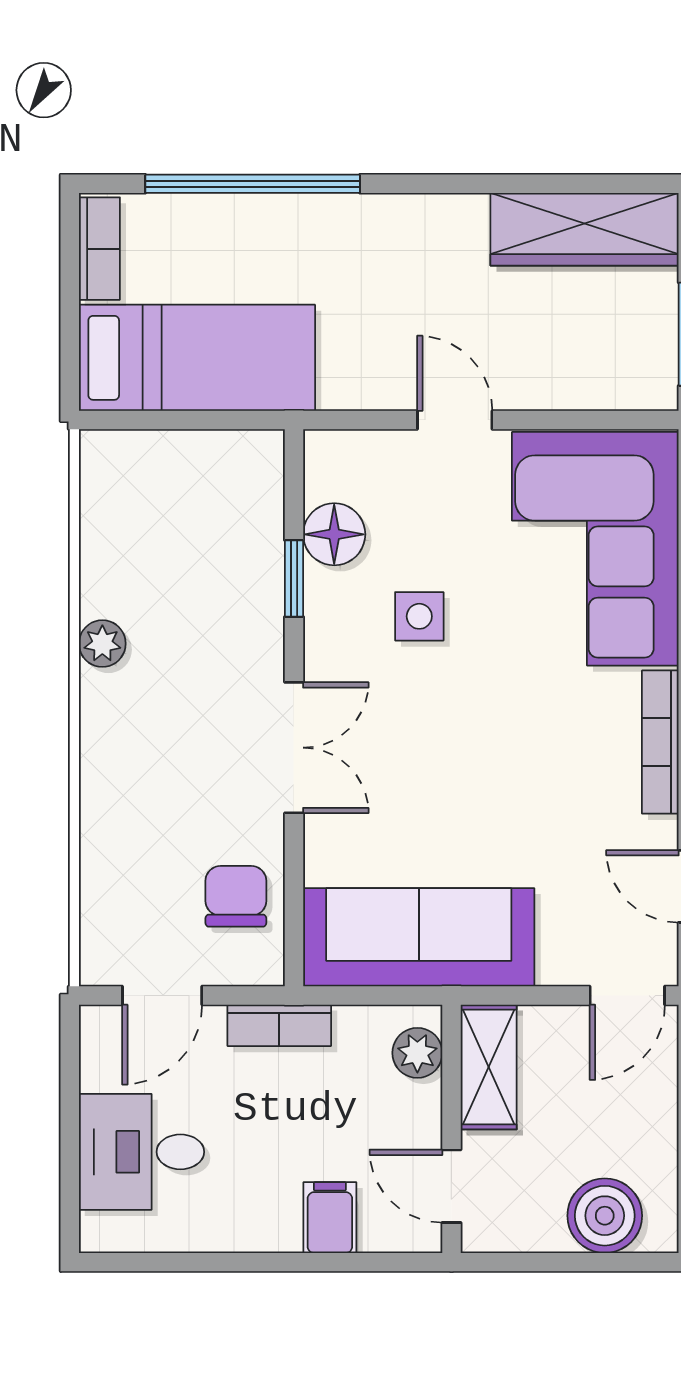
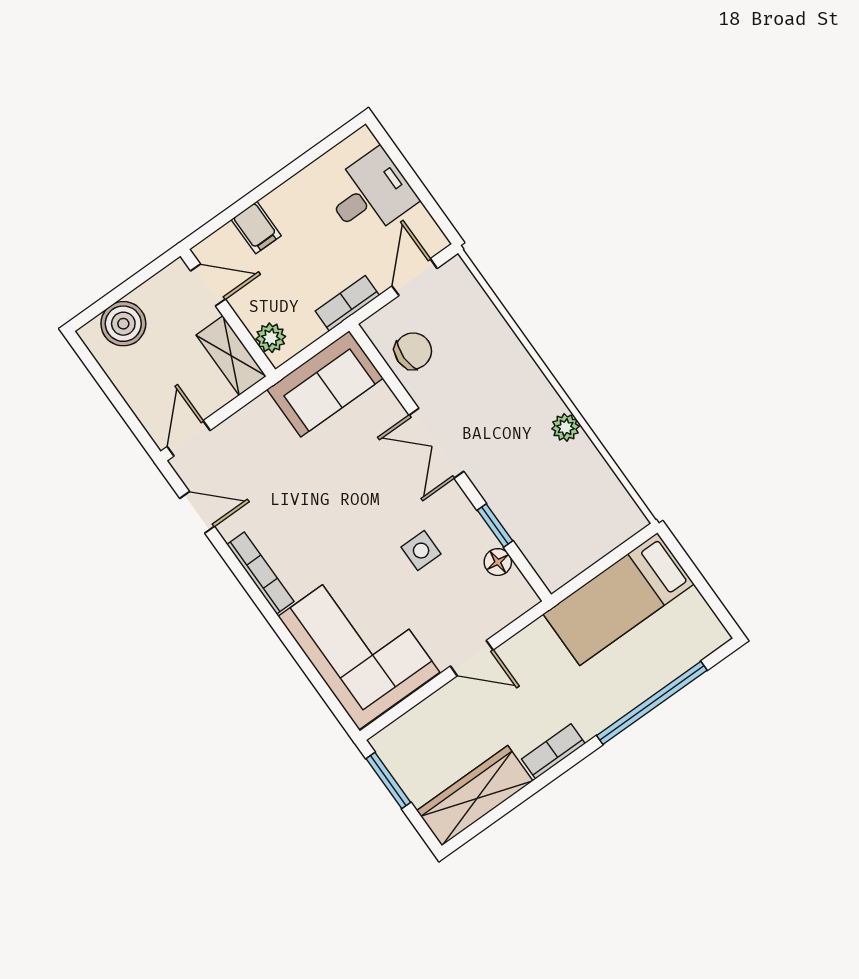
bookcase: (99, 249) -> (553, 751), moved, turned 90
floor lamp: (334, 534) -> (498, 562), width x0.73, depth x0.73
chair: (236, 896) -> (413, 351), turned -90
sofa: (419, 937) -> (325, 384), width x0.73

